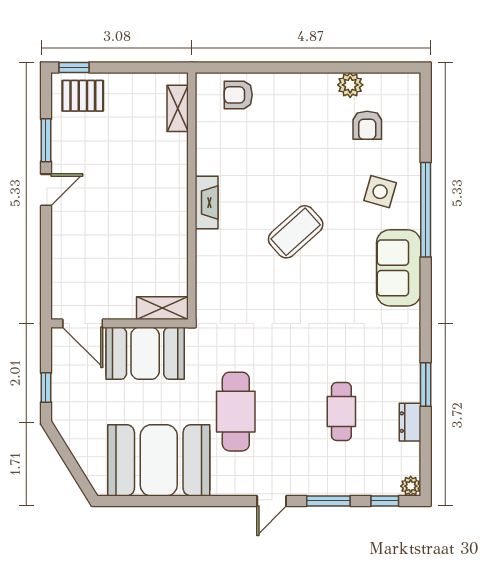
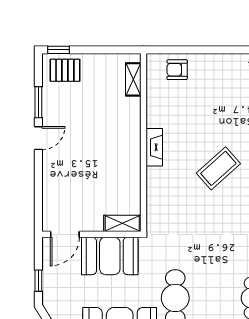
door: (83, 323) -> (65, 234), hinge flipped

